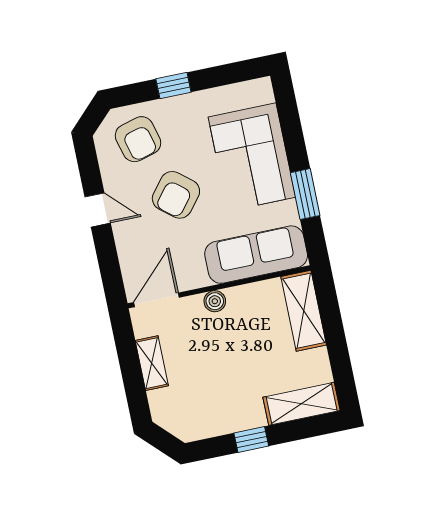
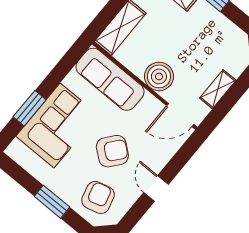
window: (173, 85) -> (52, 202), width x1.50
window: (305, 194) -> (30, 108), moved
boiler: (215, 301) -> (159, 76), width x1.86, depth x1.86

